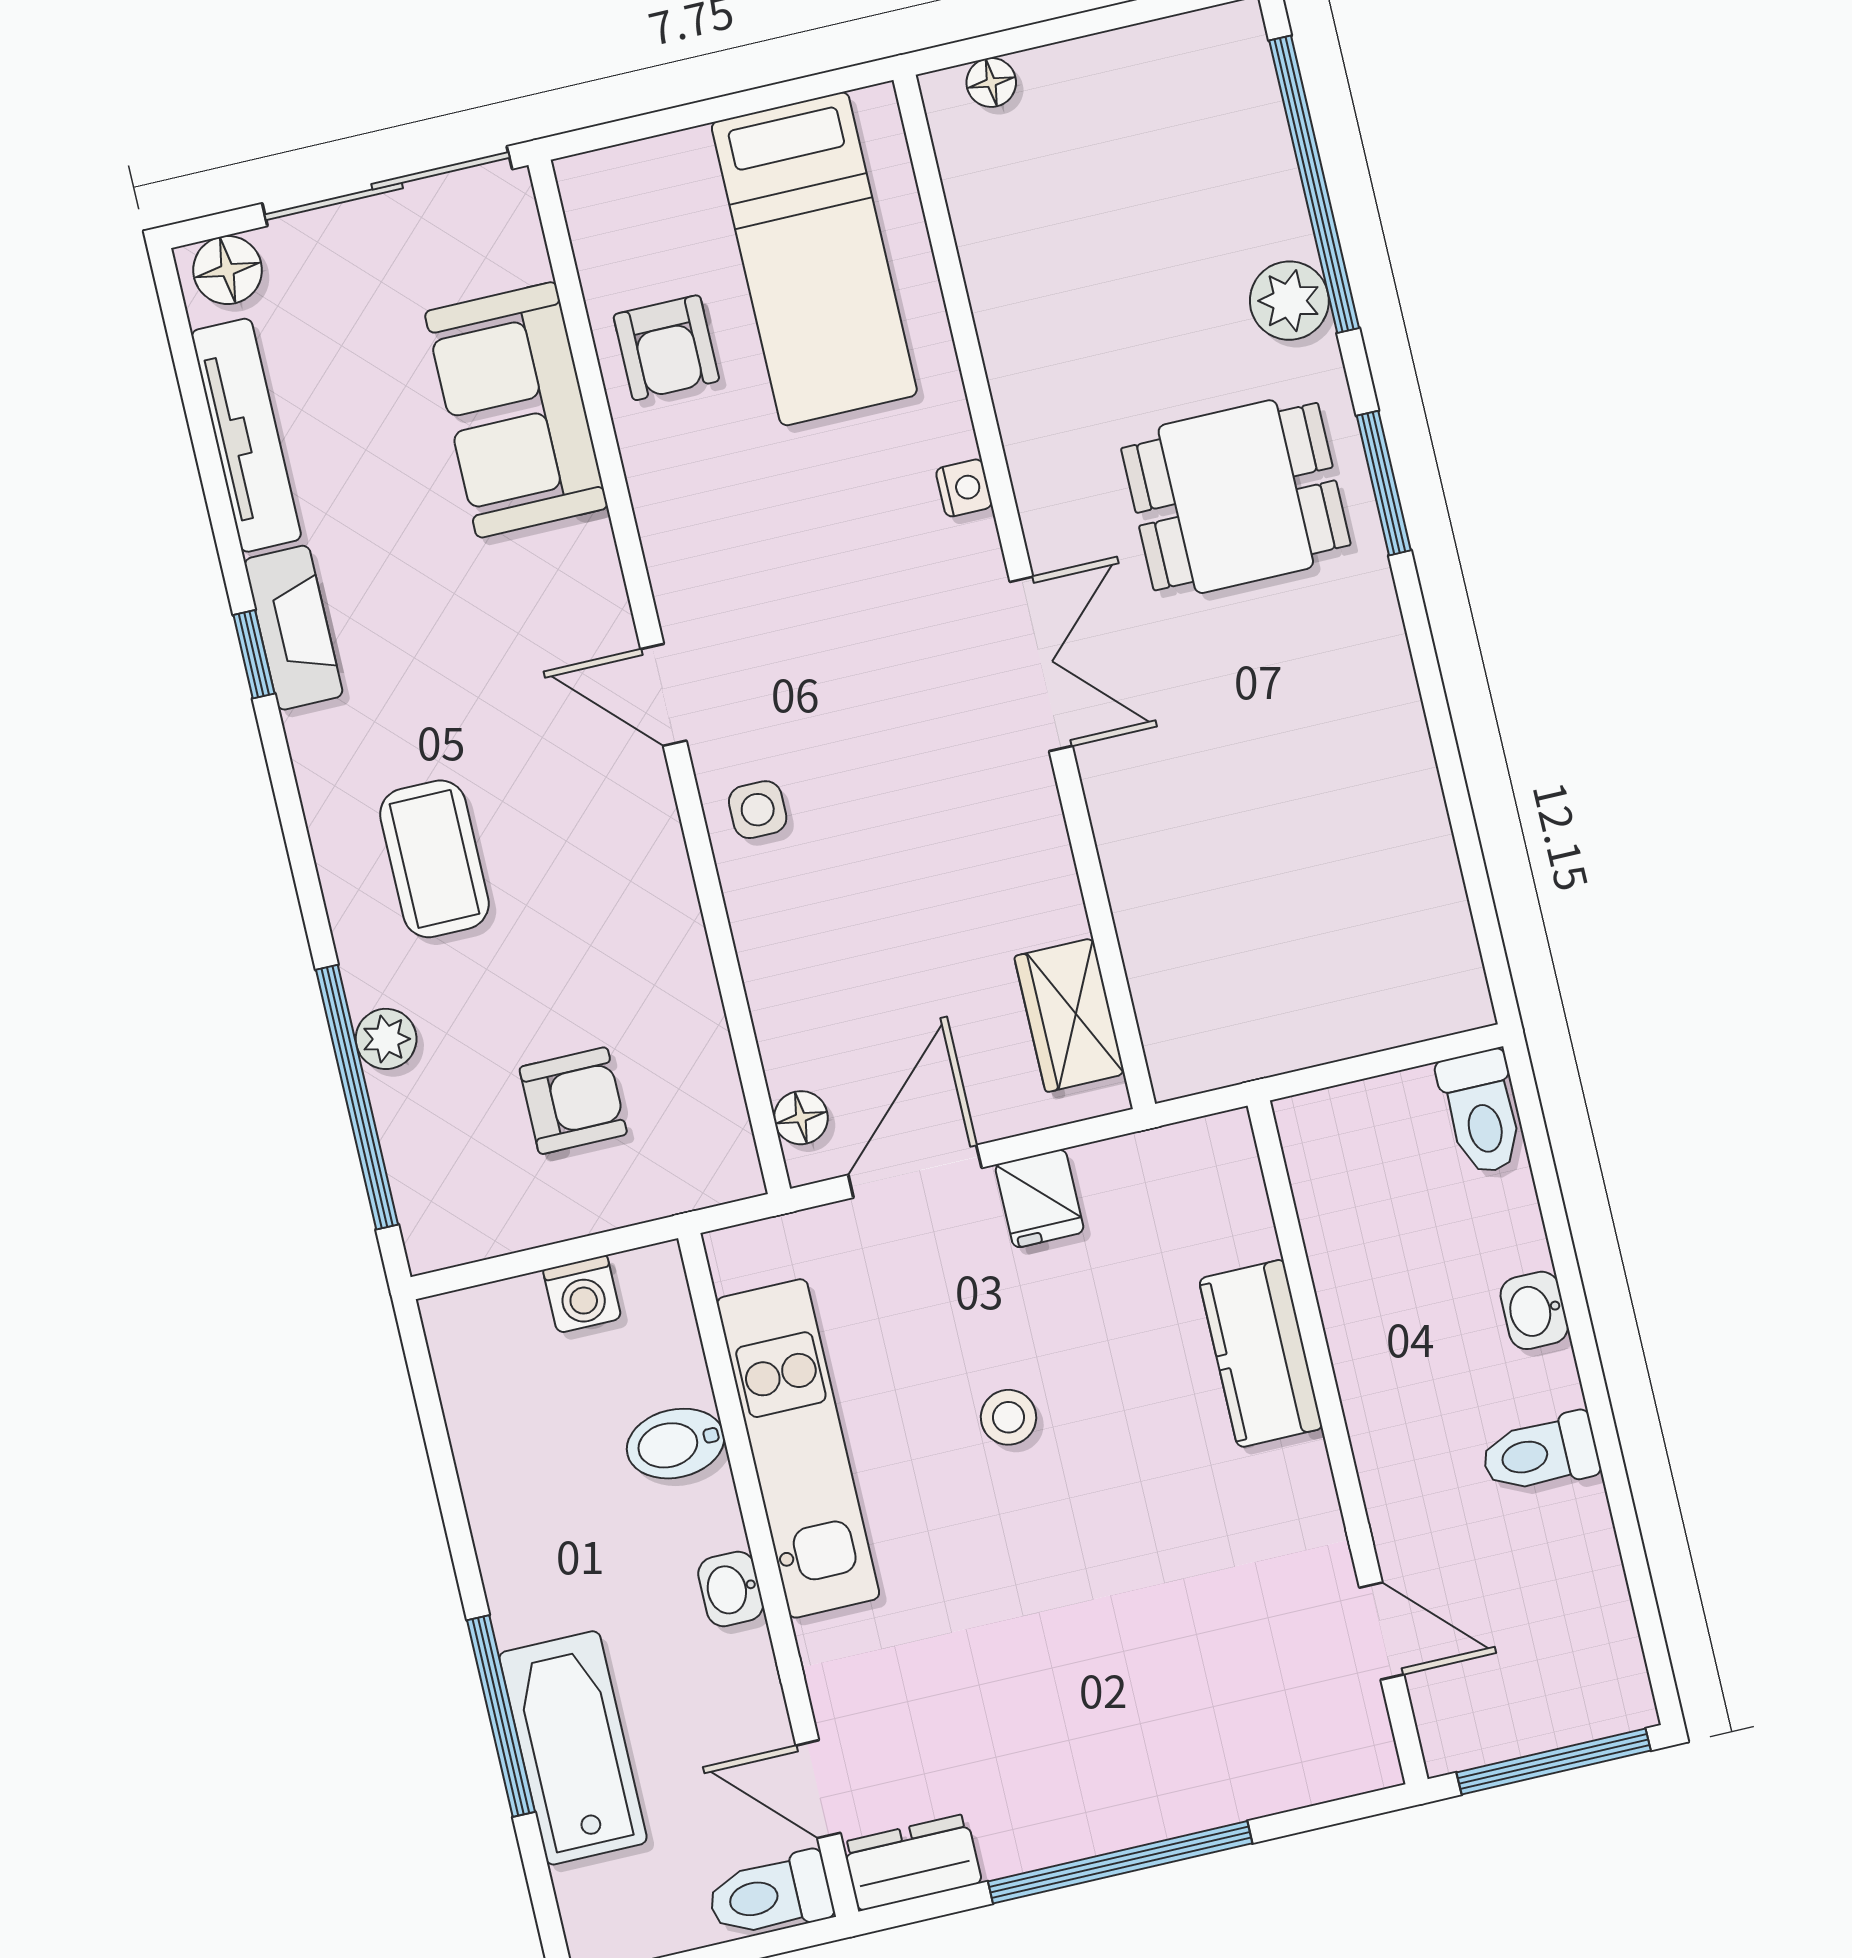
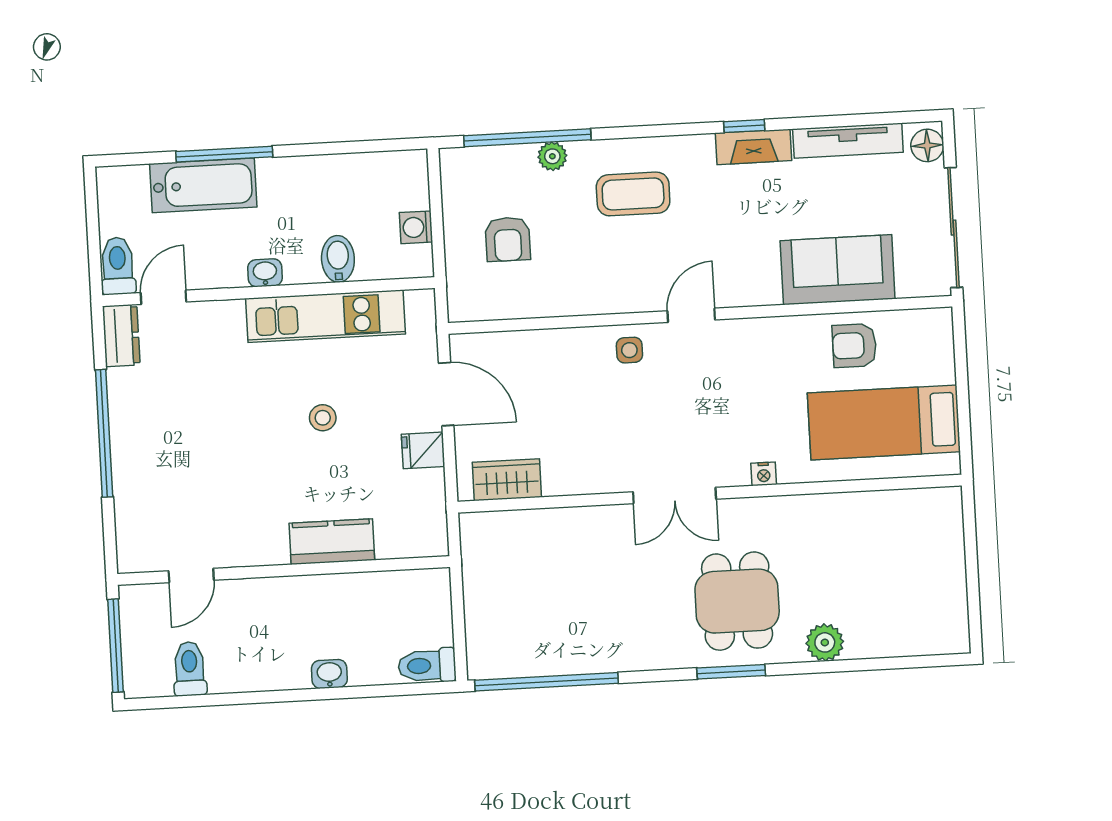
floor lamp: (991, 82) -> (952, 520), removed
window: (1314, 184) -> (547, 682), moved
floor lamp: (801, 1118) -> (481, 345), removed
toilet: (1540, 1453) -> (190, 669), moved

